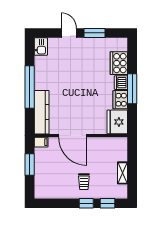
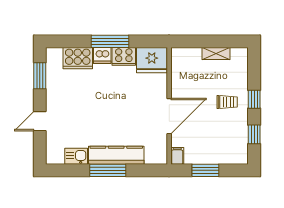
window: (95, 33) -> (40, 76), moved
kitchen sink: (41, 47) -> (76, 156), moved
window: (30, 87) -> (108, 170), width x0.68
kitchen counter: (42, 112) -> (116, 155), moved
window: (107, 203) -> (254, 134), moved

